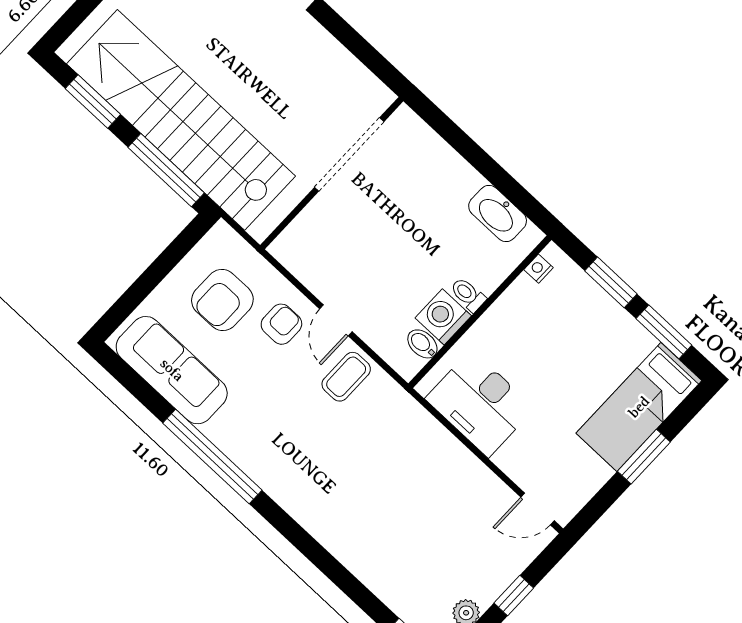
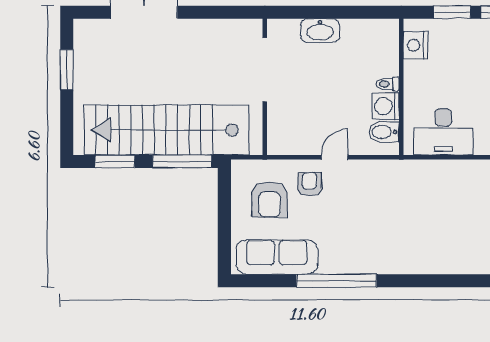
washbasin: (498, 214) -> (320, 31), moved
nightstand: (538, 269) -> (416, 45), width x1.89, depth x1.79
door: (336, 320) -> (335, 157), swing flipped
bidet: (422, 344) -> (384, 132), width x1.38, depth x1.36
coffee table: (346, 377) -> (365, 180), removed

